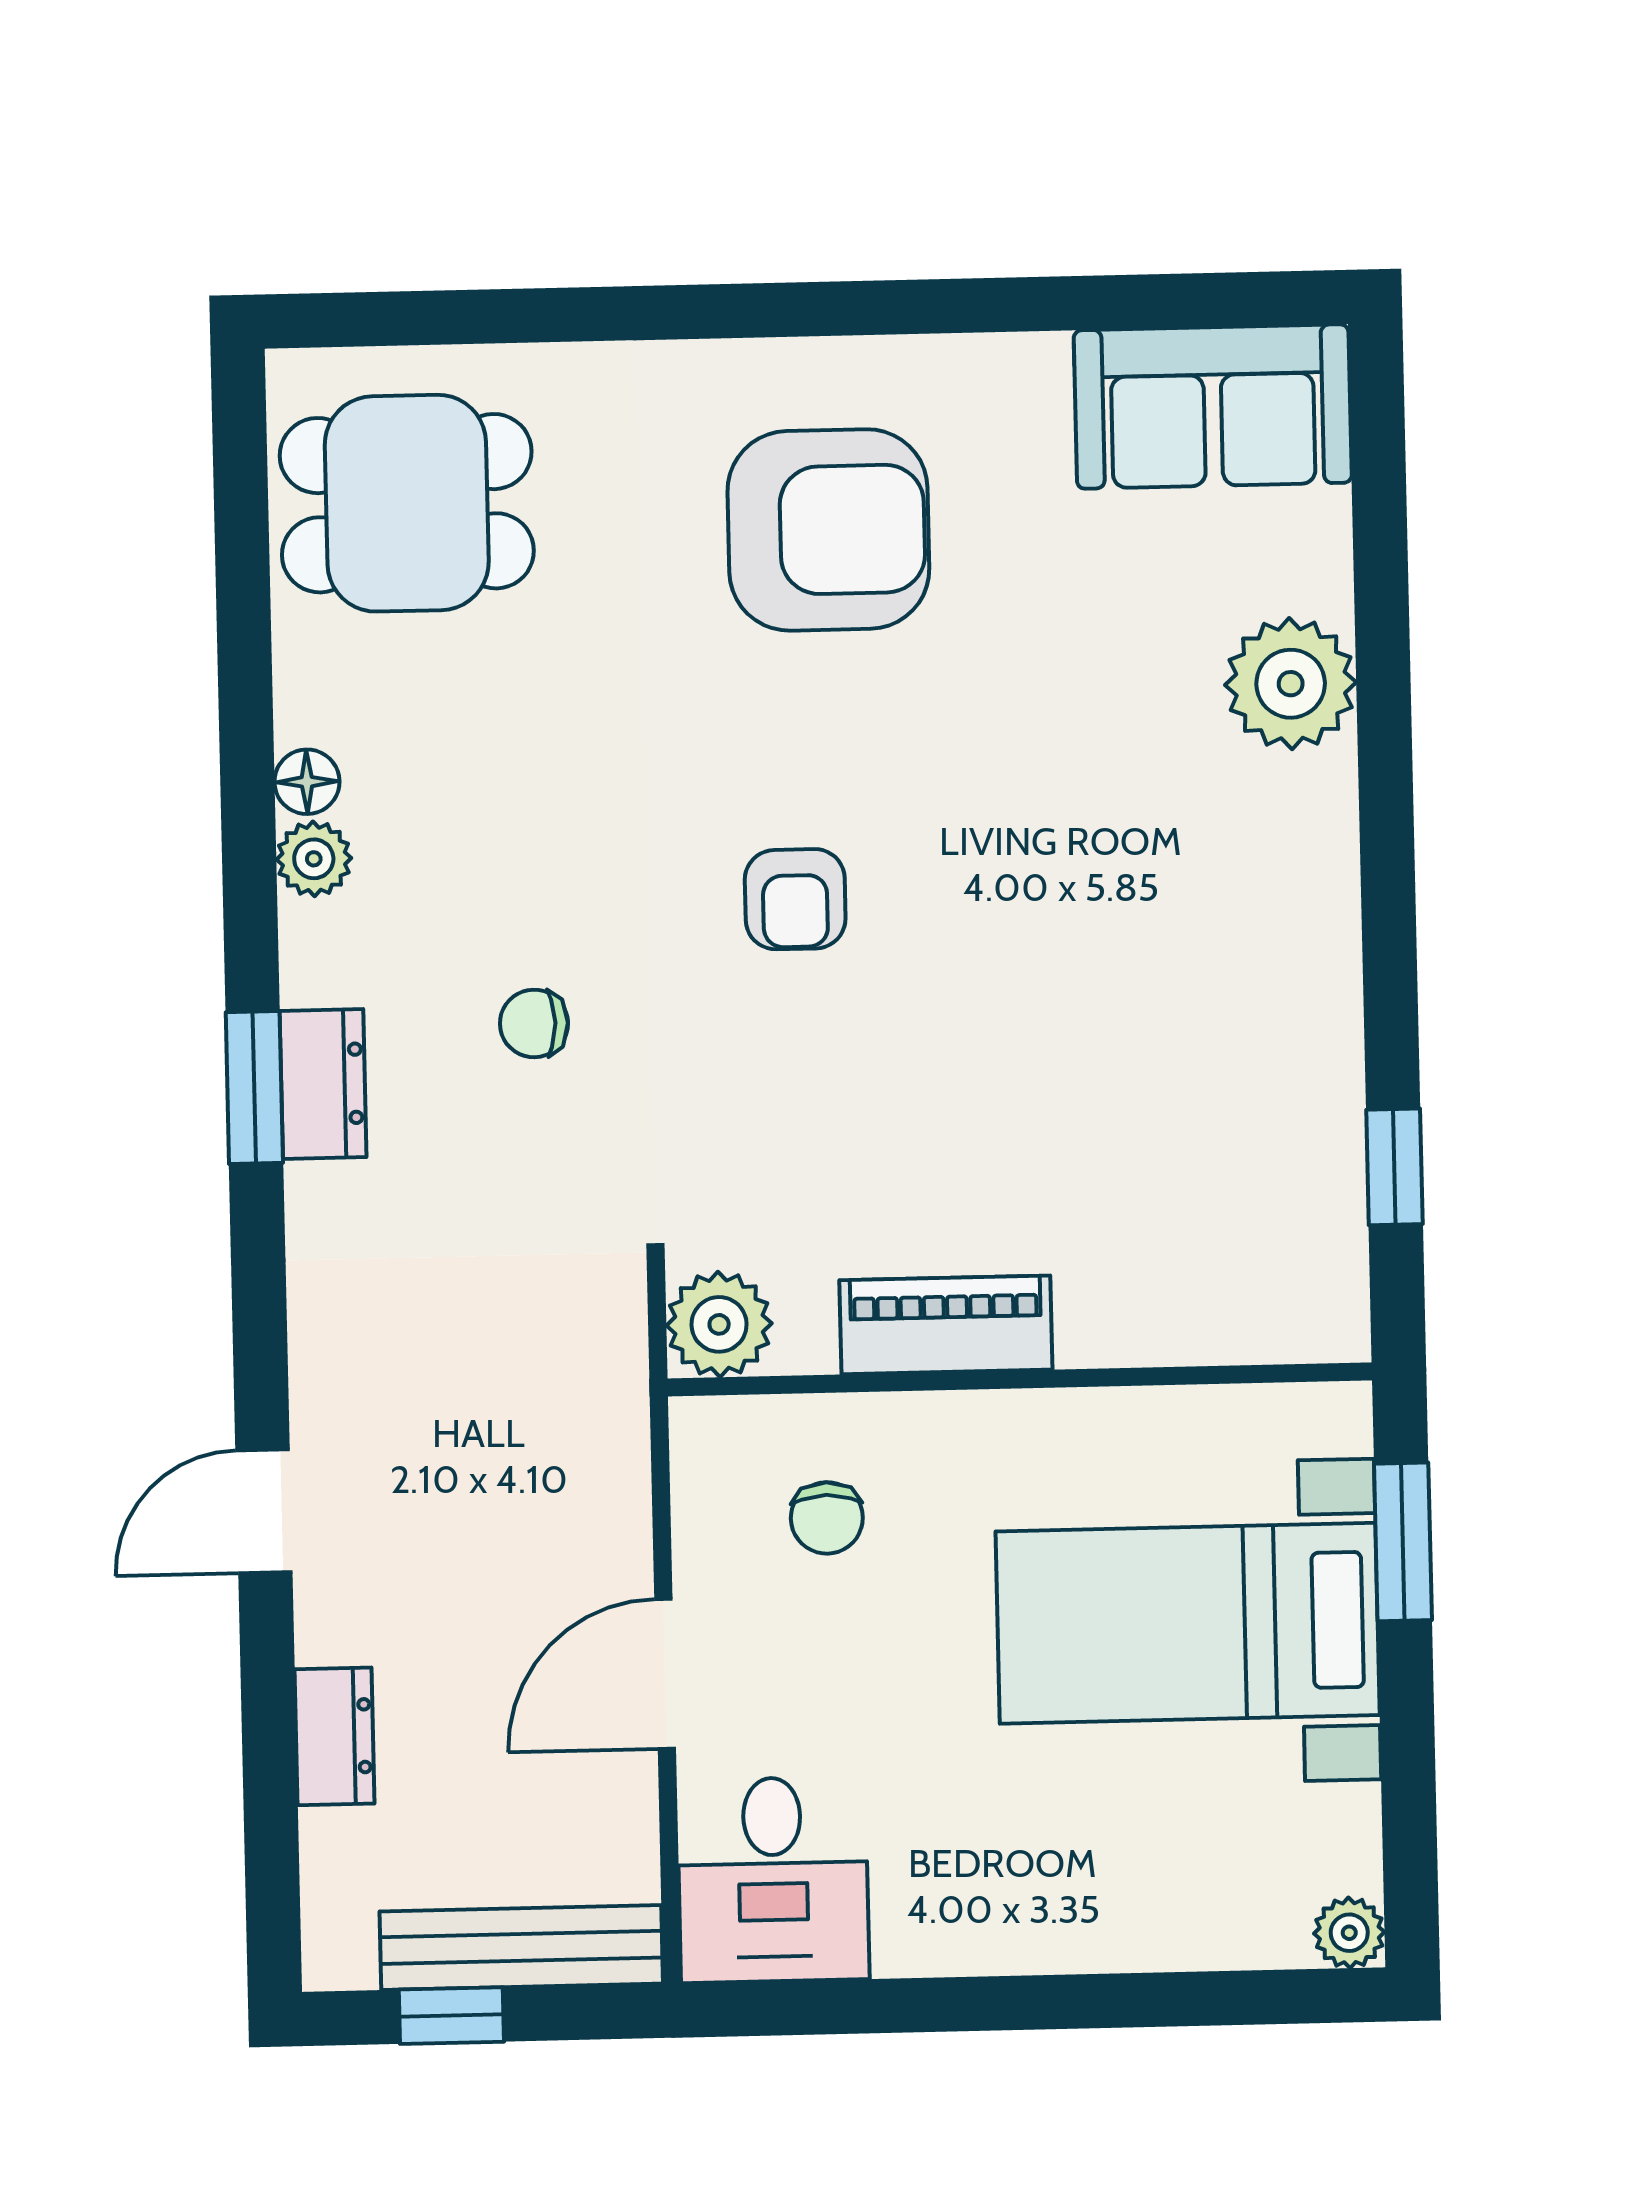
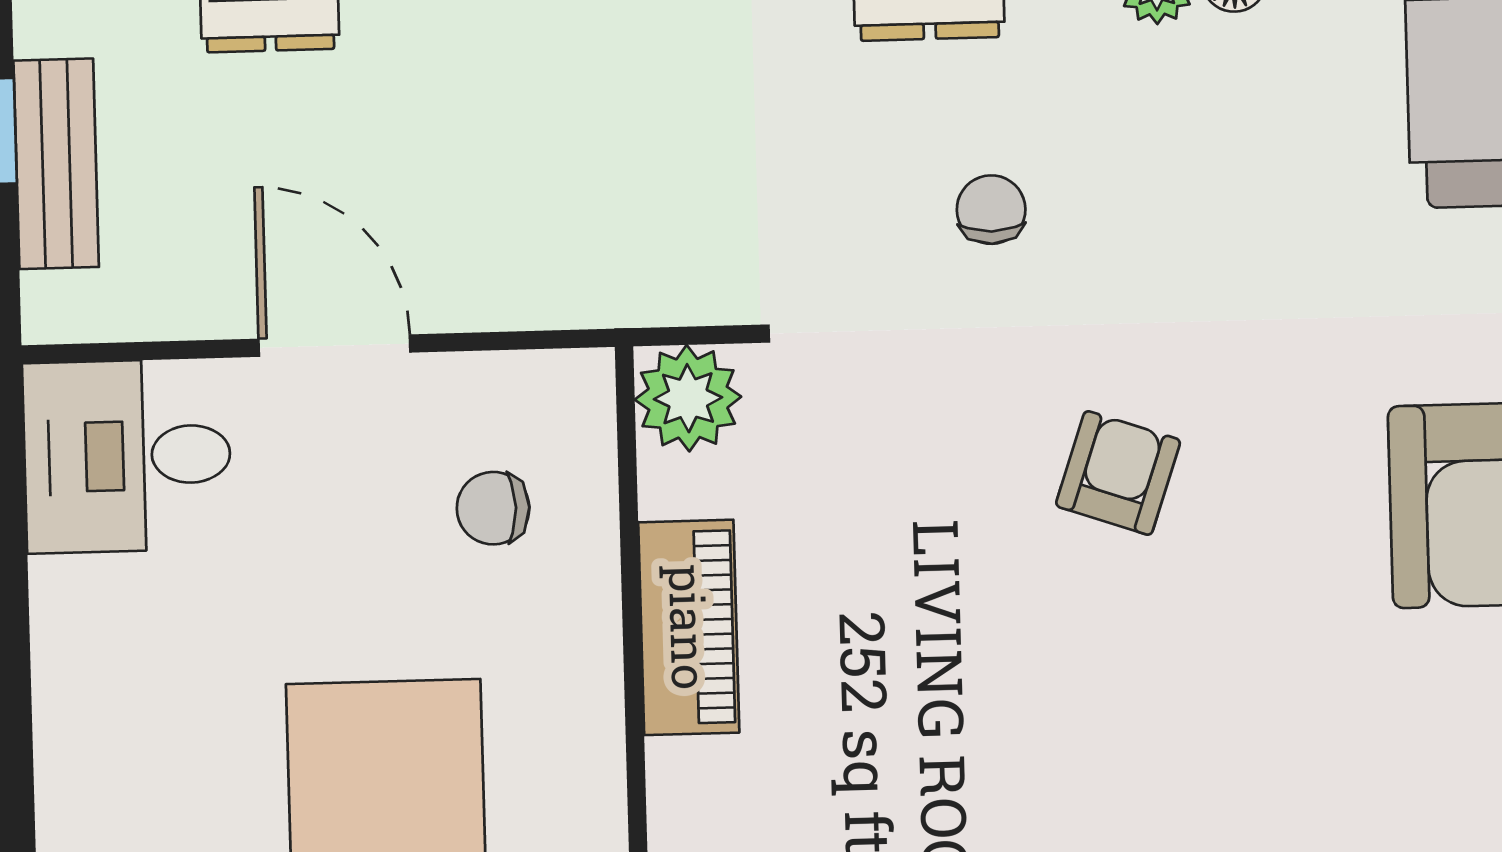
armchair: (795, 899) -> (1118, 473), turned 109
bench: (521, 1948) -> (56, 164), width x0.73

